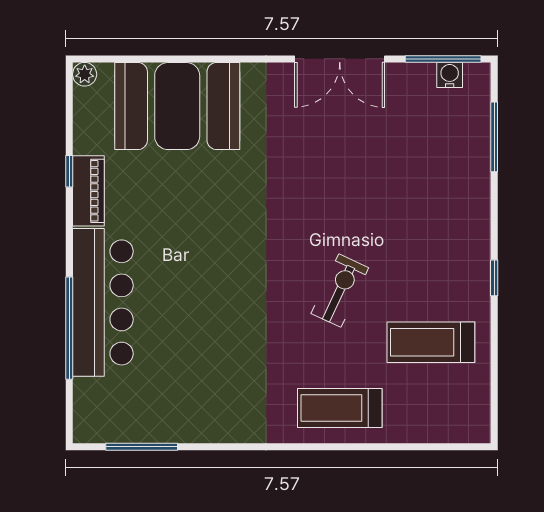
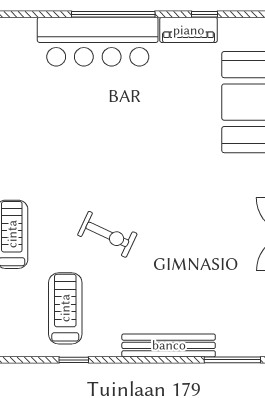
bench: (476, 215) -> (169, 345), added
window: (494, 278) -> (74, 360), moved
window: (69, 328) -> (113, 14), moved

